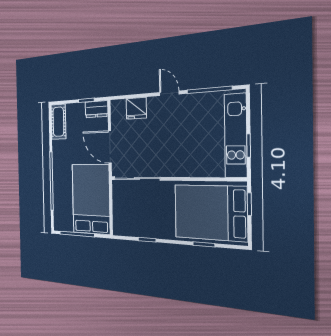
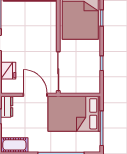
door: (110, 147) -> (35, 95), swing flipped

